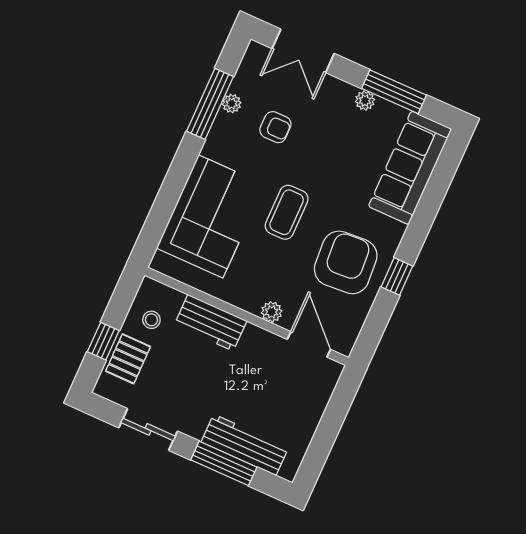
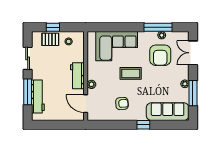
armchair: (275, 127) -> (160, 55), width x1.88, depth x1.88
armchair: (346, 262) -> (122, 104), width x0.53, depth x0.53
window: (397, 276) -> (143, 125), moved
workbench: (211, 323) -> (77, 76), moved
door: (309, 344) -> (86, 104), swing flipped

